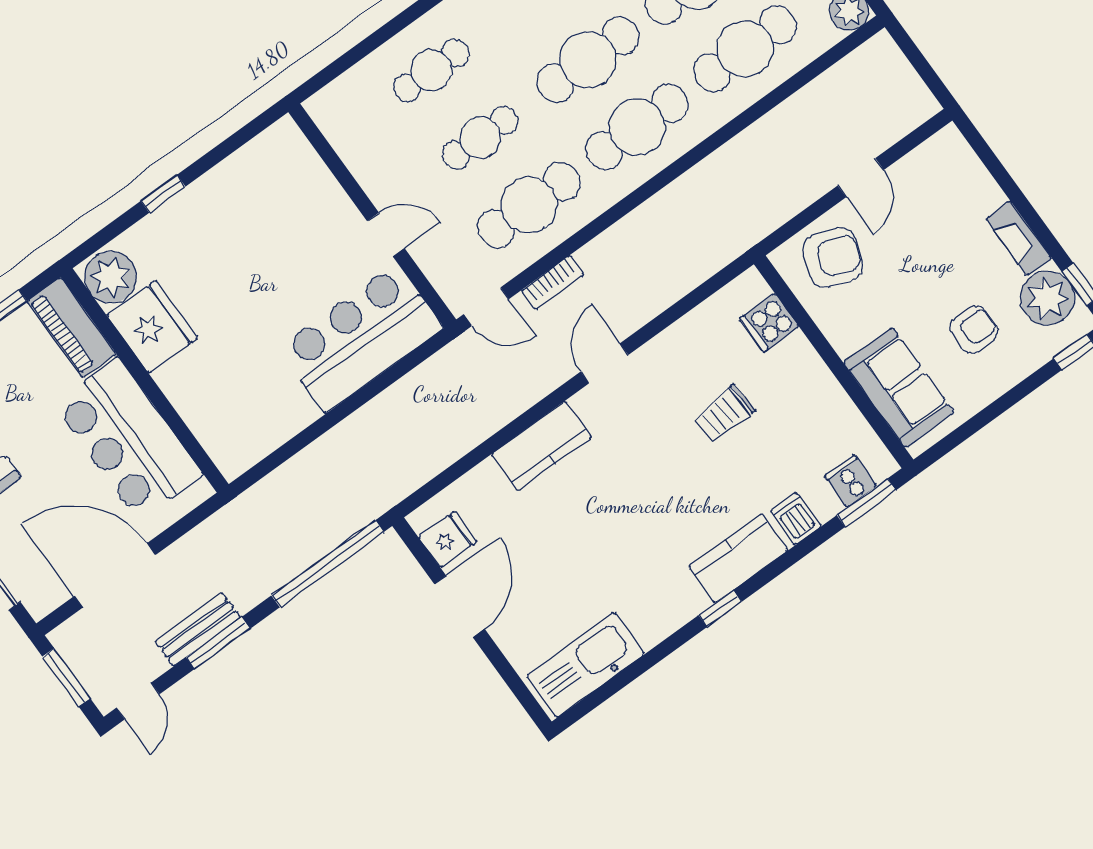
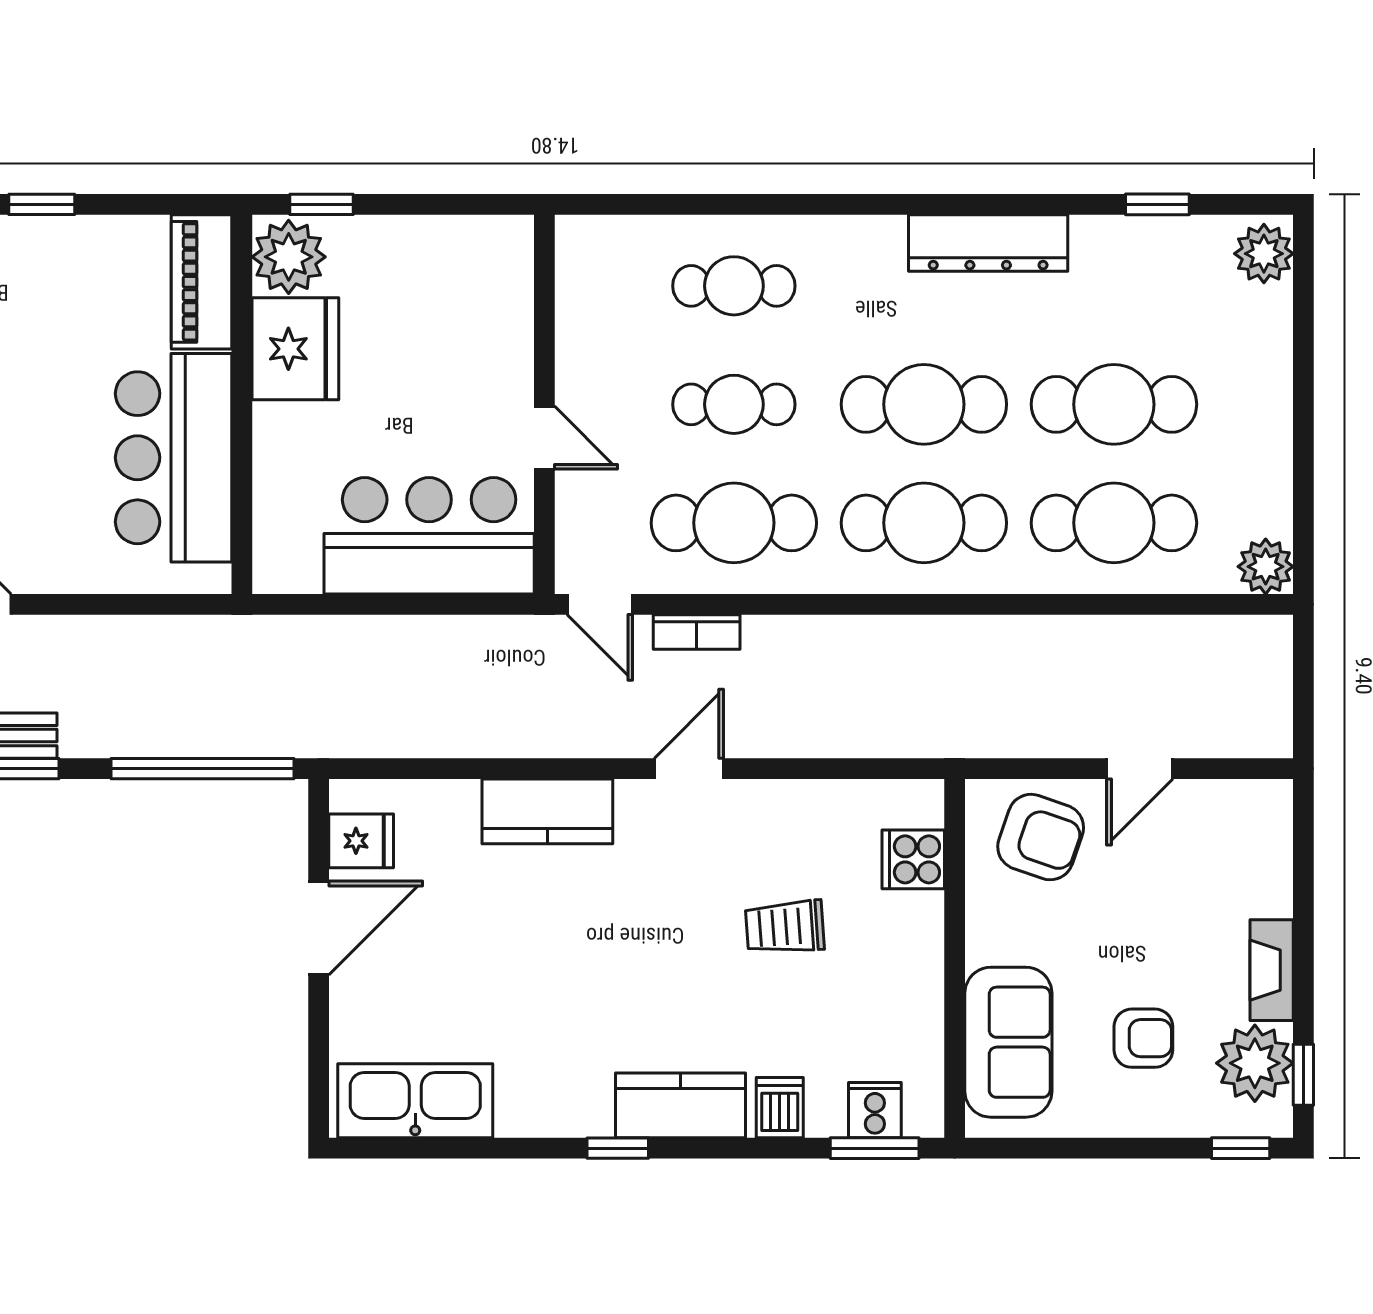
plant: (111, 277) -> (289, 257), moved
piano: (71, 327) -> (201, 282), moved
fridge: (152, 327) -> (295, 349), moved
wall: (145, 380) -> (242, 404), moved
bar counter: (128, 439) -> (173, 458), moved

